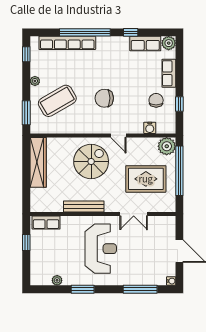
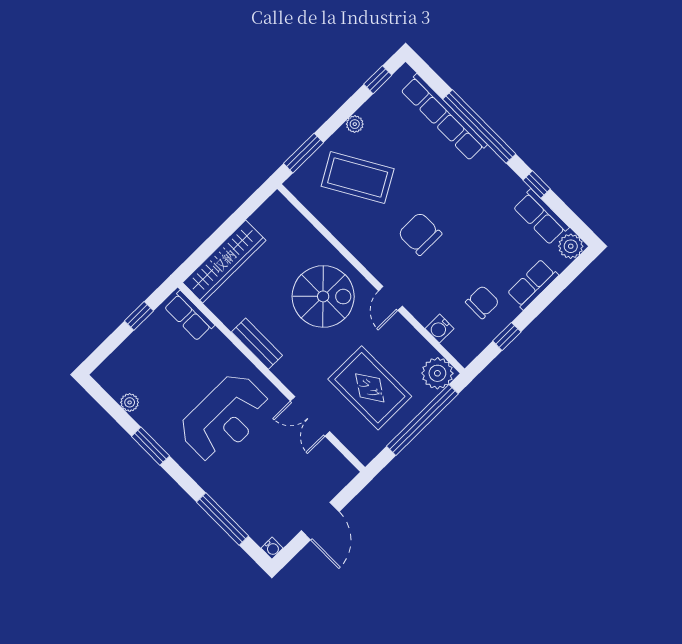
wardrobe: (38, 162) -> (224, 261), moved
bench: (84, 206) -> (257, 344), width x0.73

